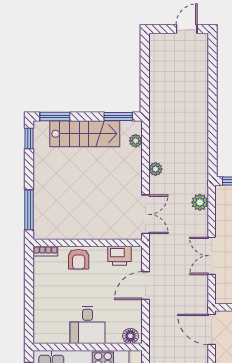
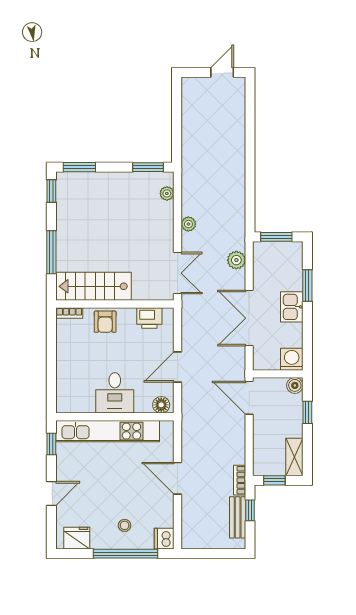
stairs: (85, 134) -> (94, 286), moved, turned 180
window: (29, 210) -> (51, 252), moved
double door: (212, 256) -> (249, 318), width x1.37
door: (145, 286) -> (178, 367), moved

